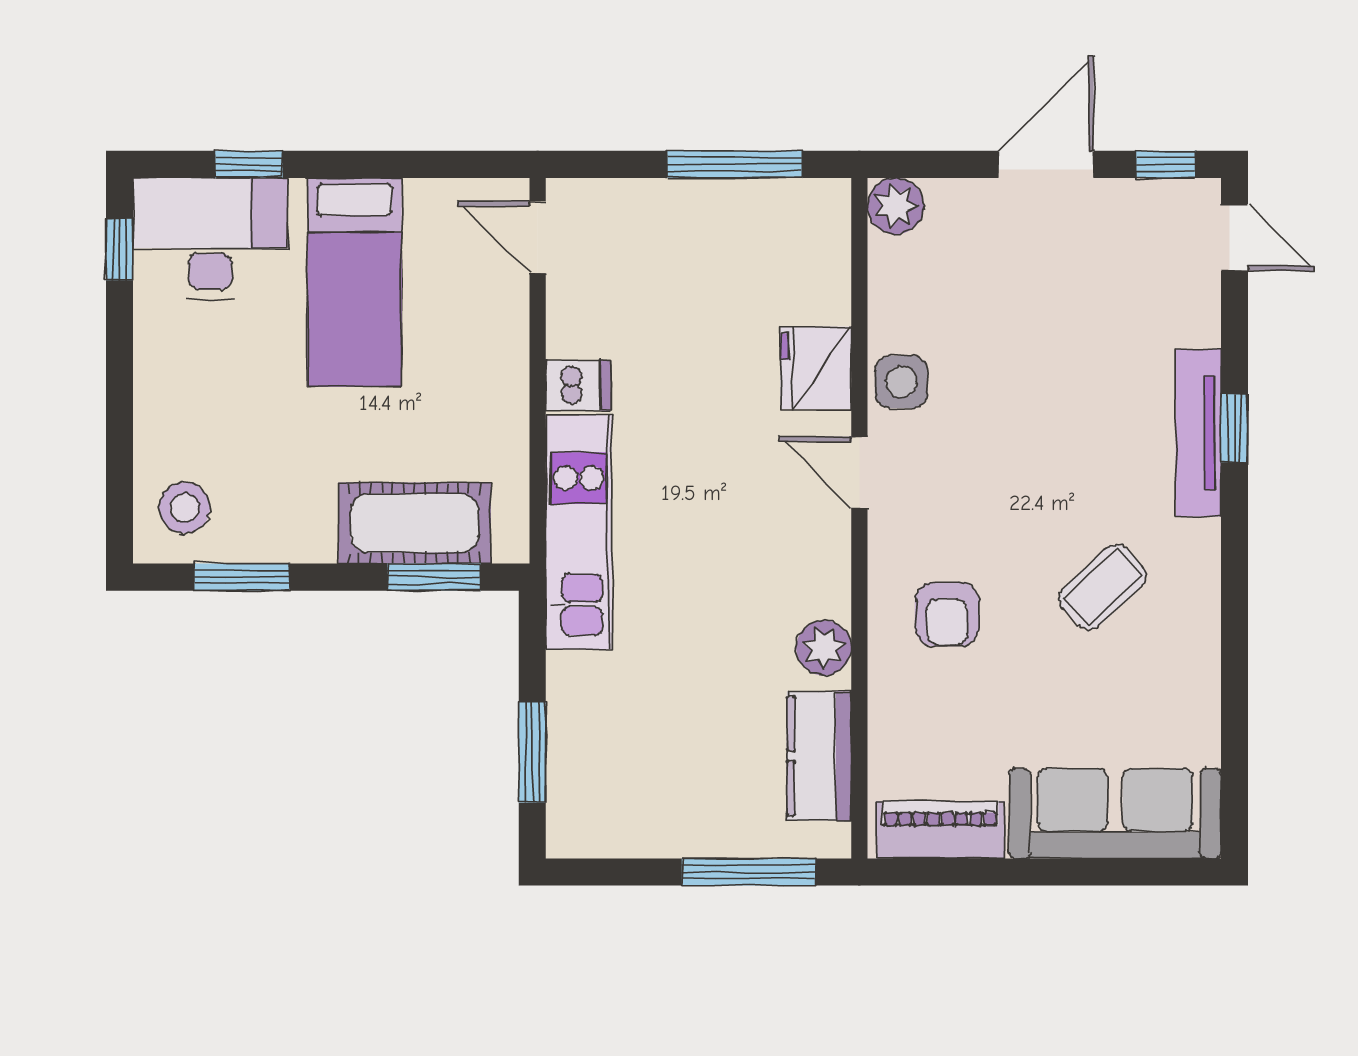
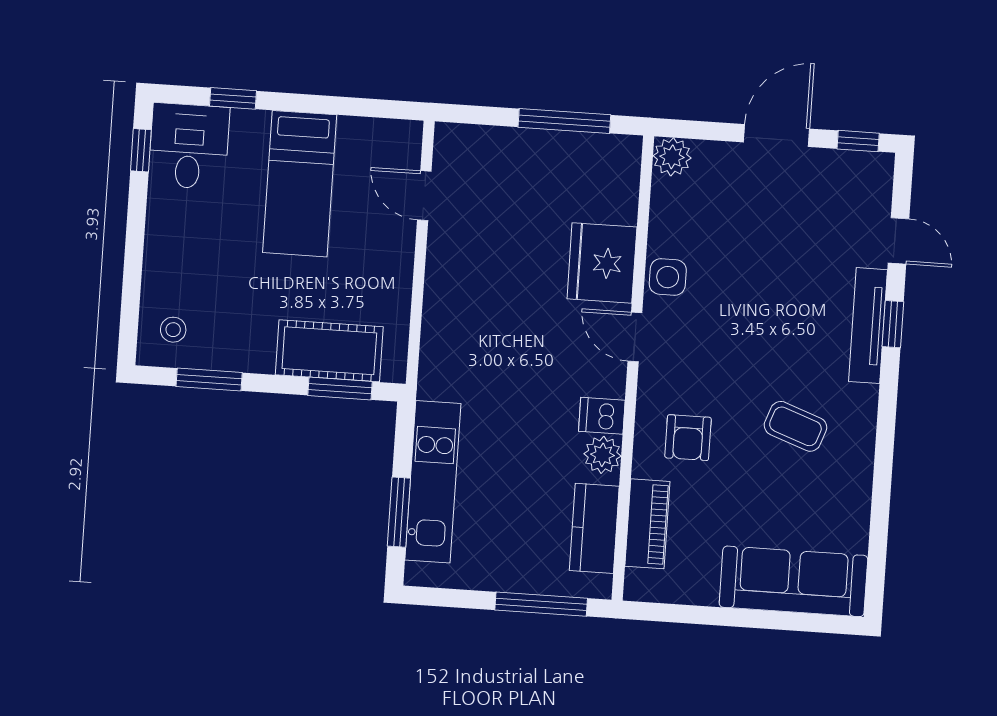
door: (538, 237) -> (424, 196), moved
door: (1235, 237) -> (899, 241), moved
desk: (210, 238) -> (189, 146), width x0.73
fridge: (816, 368) -> (602, 263), width x1.36, depth x1.34
dishwasher: (578, 385) -> (602, 416), moved, turned 180
stool: (185, 508) -> (173, 330), width x0.73, depth x0.73
kitchen unit: (579, 532) -> (433, 482), moved
coffee table: (1103, 587) -> (795, 426), turned 63
piano: (941, 830) -> (647, 524), moved, turned 90

